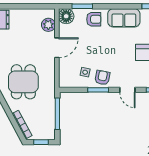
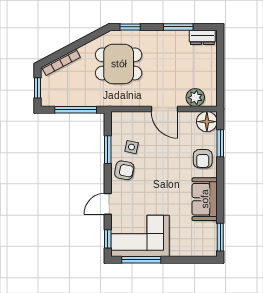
window: (98, 90) -> (108, 150), moved

